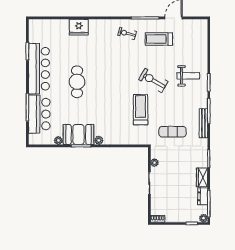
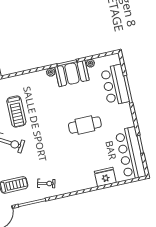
fridge: (79, 27) -> (105, 177), moved
bar counter: (39, 69) -> (130, 153), moved
cafe table: (77, 82) -> (85, 125), turned 90

